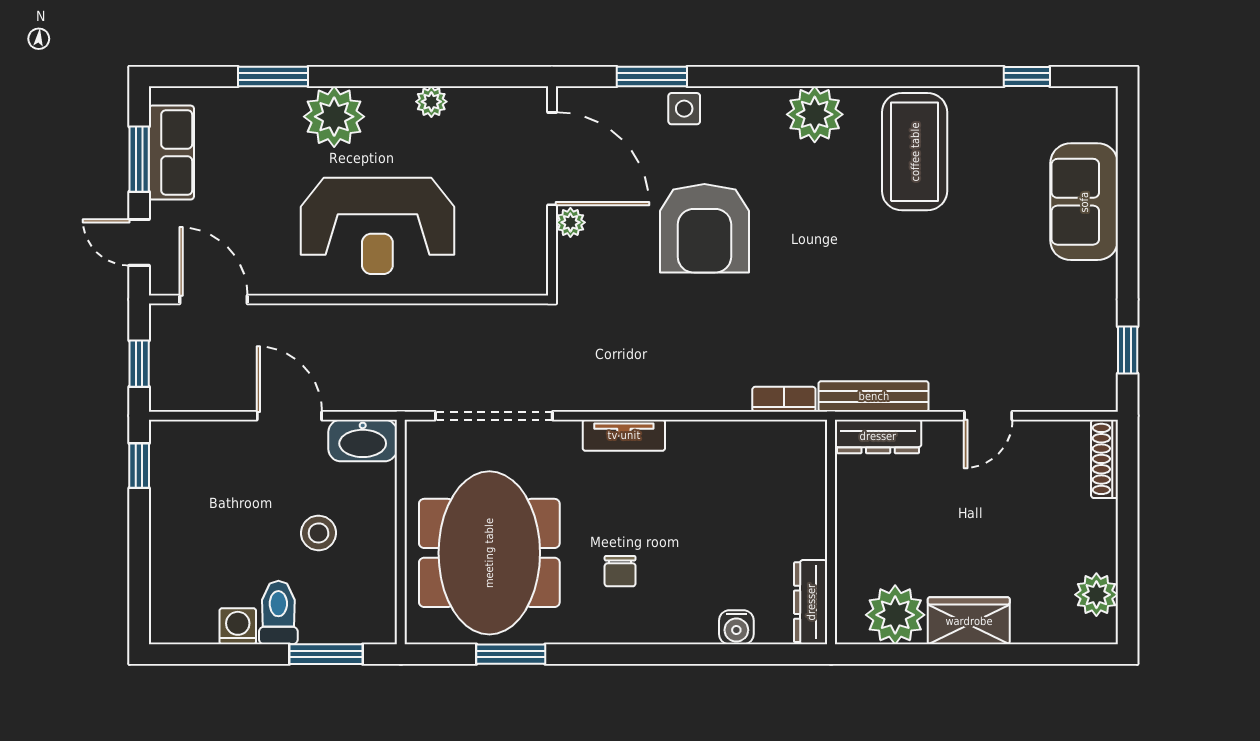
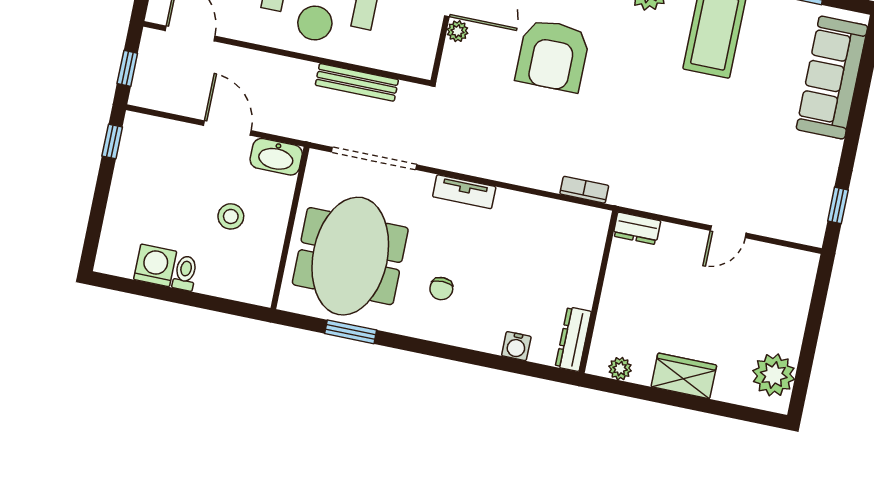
sofa: (1084, 202) -> (832, 78), width x1.36
bench: (874, 396) -> (357, 82), moved
dresser: (878, 436) -> (637, 228), width x0.70
shoe rack: (1105, 459) -> (805, 280), removed
plant: (1096, 595) -> (774, 375), width x1.36, depth x1.36
toilet: (278, 613) -> (185, 273), width x0.73, depth x0.72
plant: (895, 615) -> (620, 369), width x0.53, depth x0.53
washing machine: (238, 626) -> (155, 265), width x1.38, depth x1.38
window: (326, 654) -> (218, 304), removed

